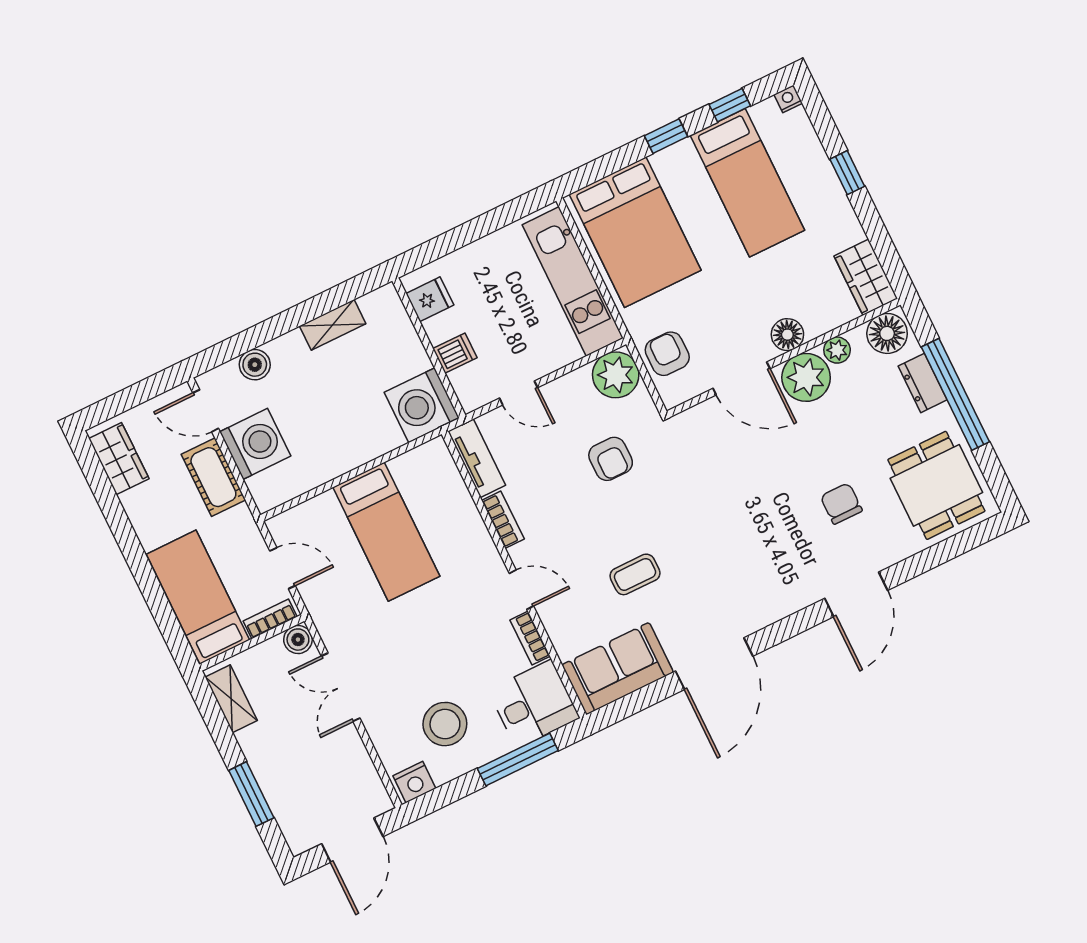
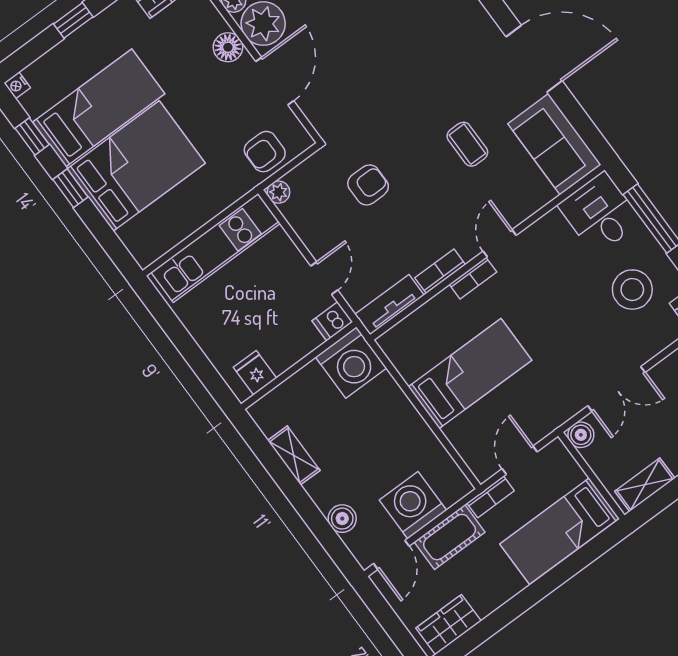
bed: (635, 232) -> (136, 166), moved
dishwasher: (455, 353) -> (332, 321), moved, turned -90
plant: (616, 375) -> (278, 192), width x0.53, depth x0.53
bookcase: (270, 619) -> (491, 497), moved, turned -90
bookcase: (530, 638) -> (473, 278), moved

